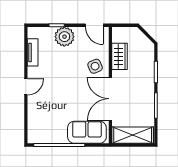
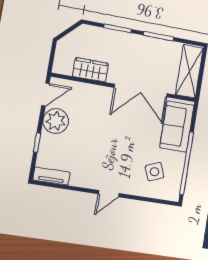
plant: (64, 37) -> (56, 121), moved
tv unit: (33, 52) -> (52, 176), moved
side table: (95, 66) -> (154, 172), moved
door: (26, 87) -> (109, 194), swing flipped

